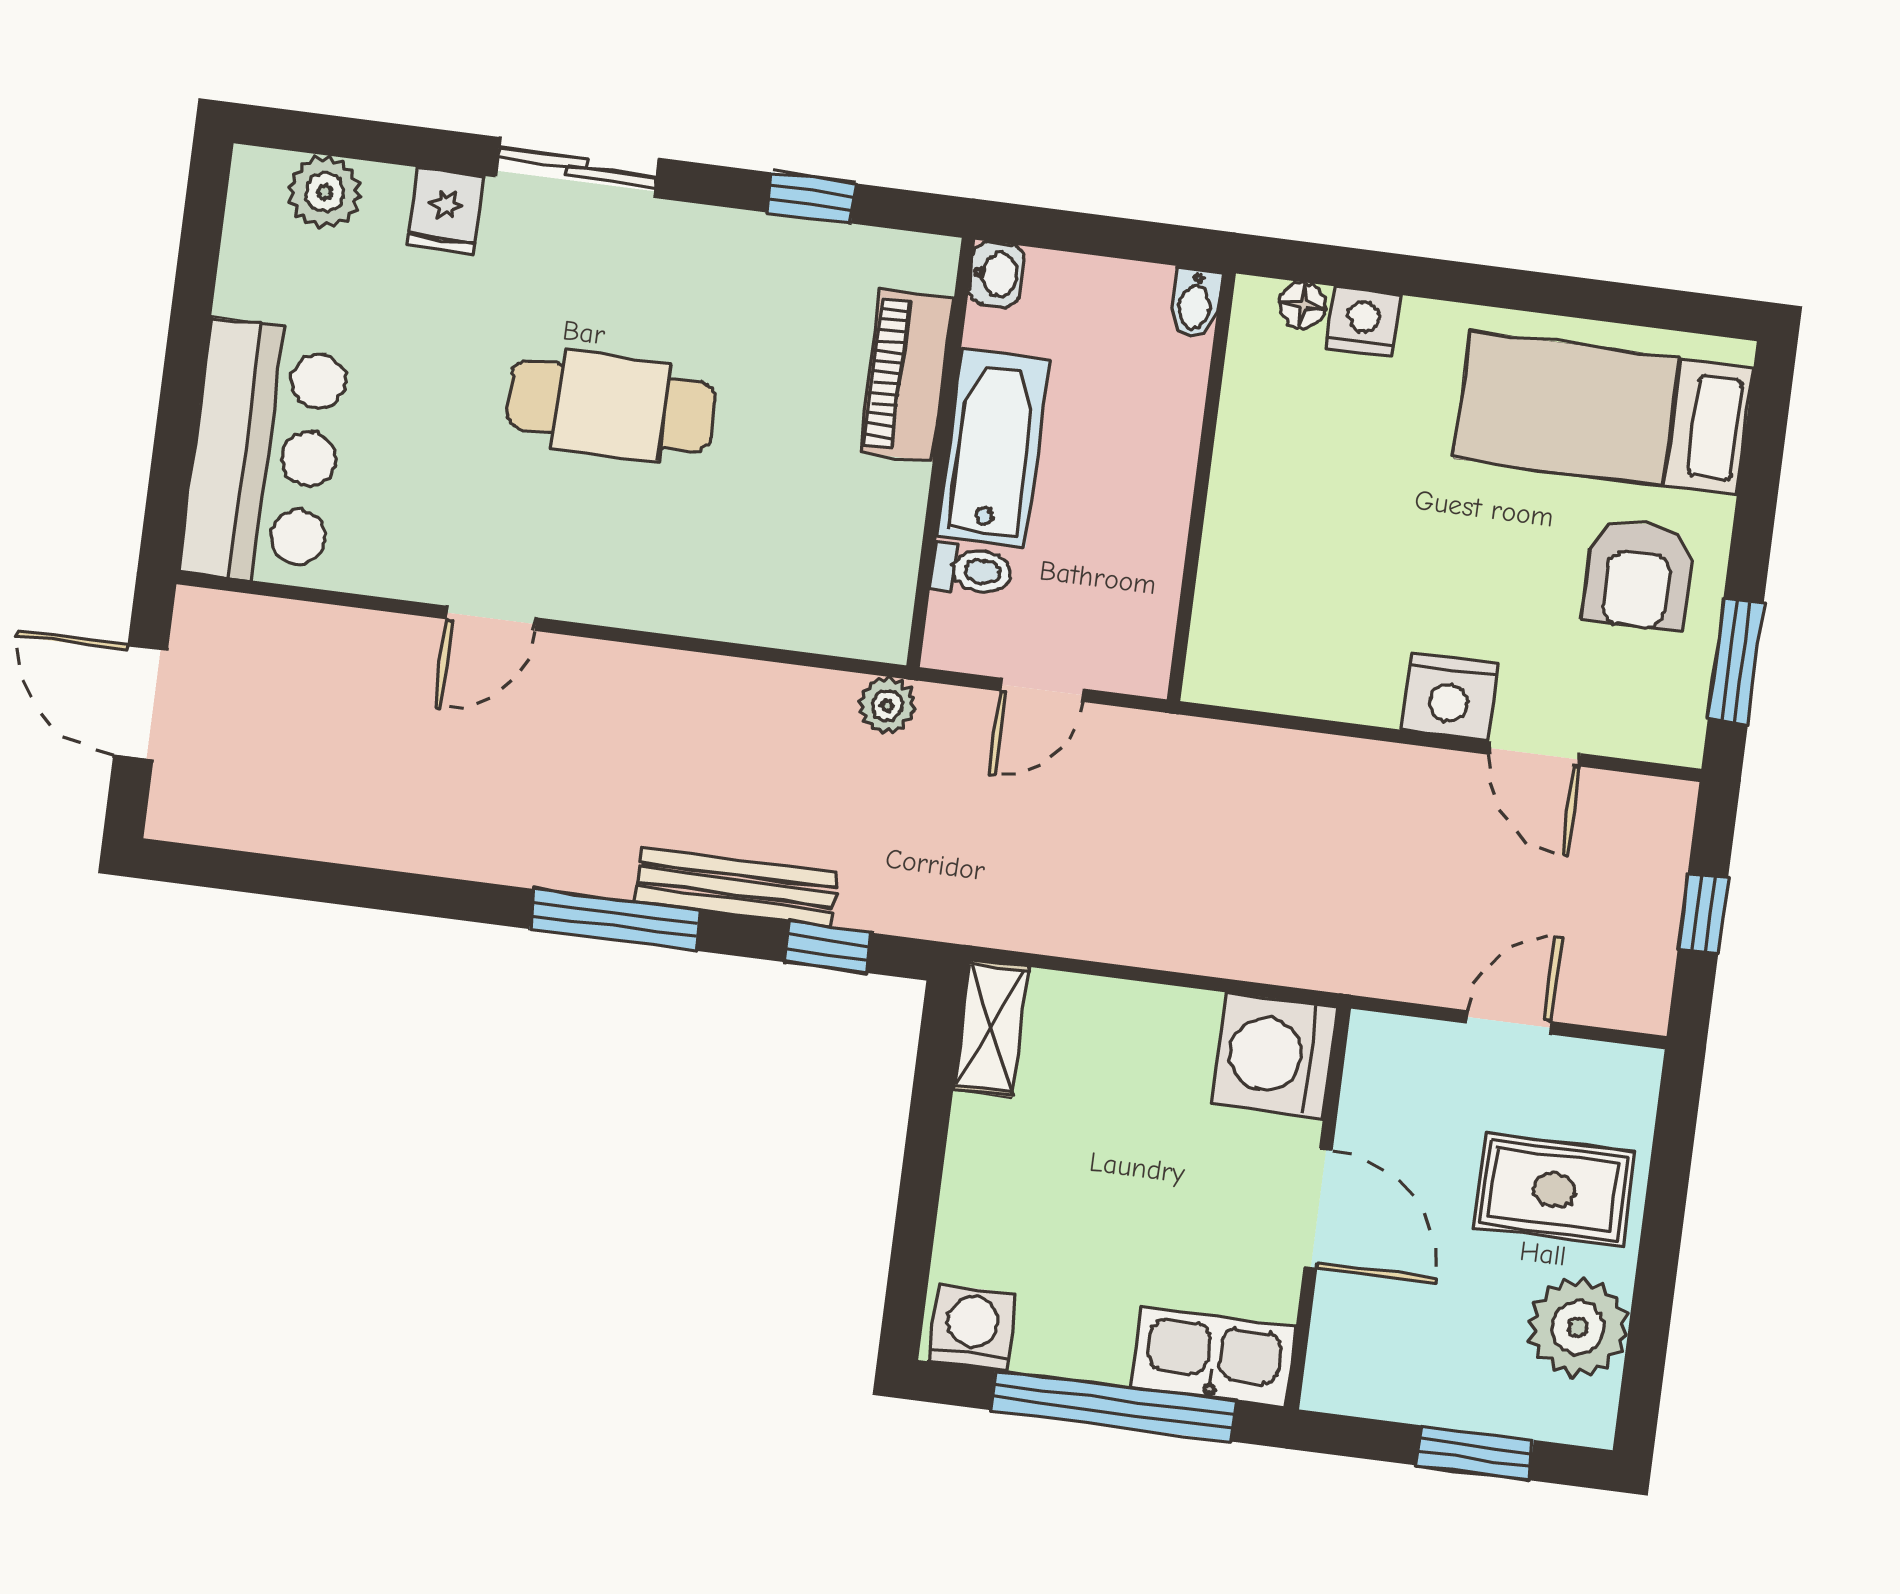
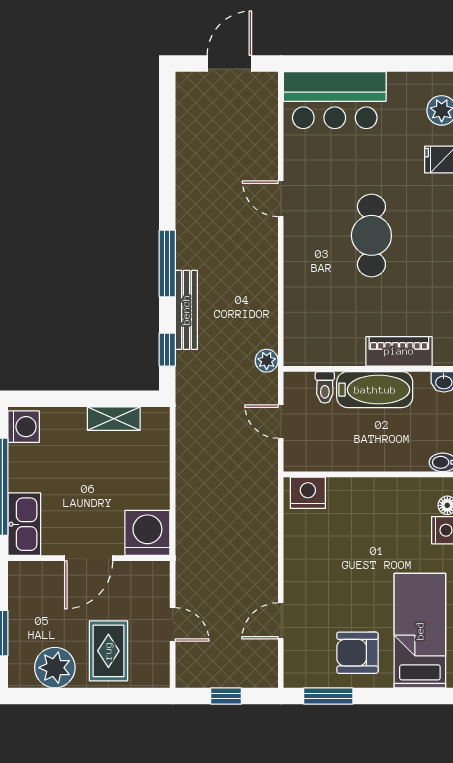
nightstand: (1449, 697) -> (308, 493), moved, turned 90
shelving: (991, 1028) -> (114, 419), moved

